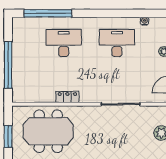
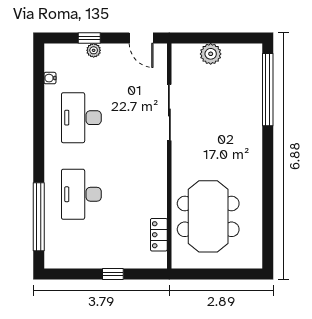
window: (8, 65) -> (113, 274), width x0.32
locker: (67, 97) -> (159, 235), moved
window: (8, 137) -> (216, 274), removed

